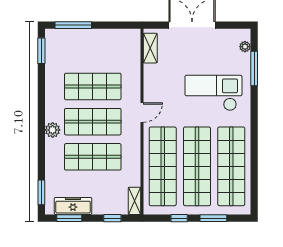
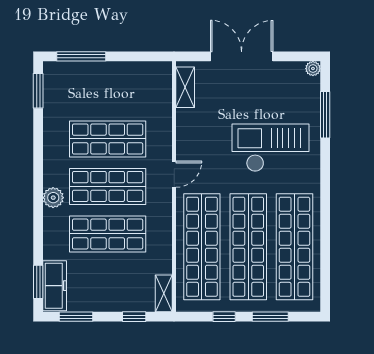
plant: (245, 47) -> (313, 69), moved
freezer: (73, 206) -> (55, 286), moved, turned 90

